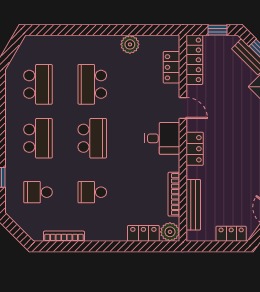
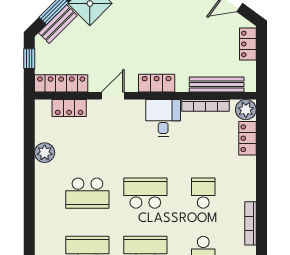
desk: (162, 138) -> (163, 118), moved
school desk: (92, 192) -> (203, 193), turned 180

